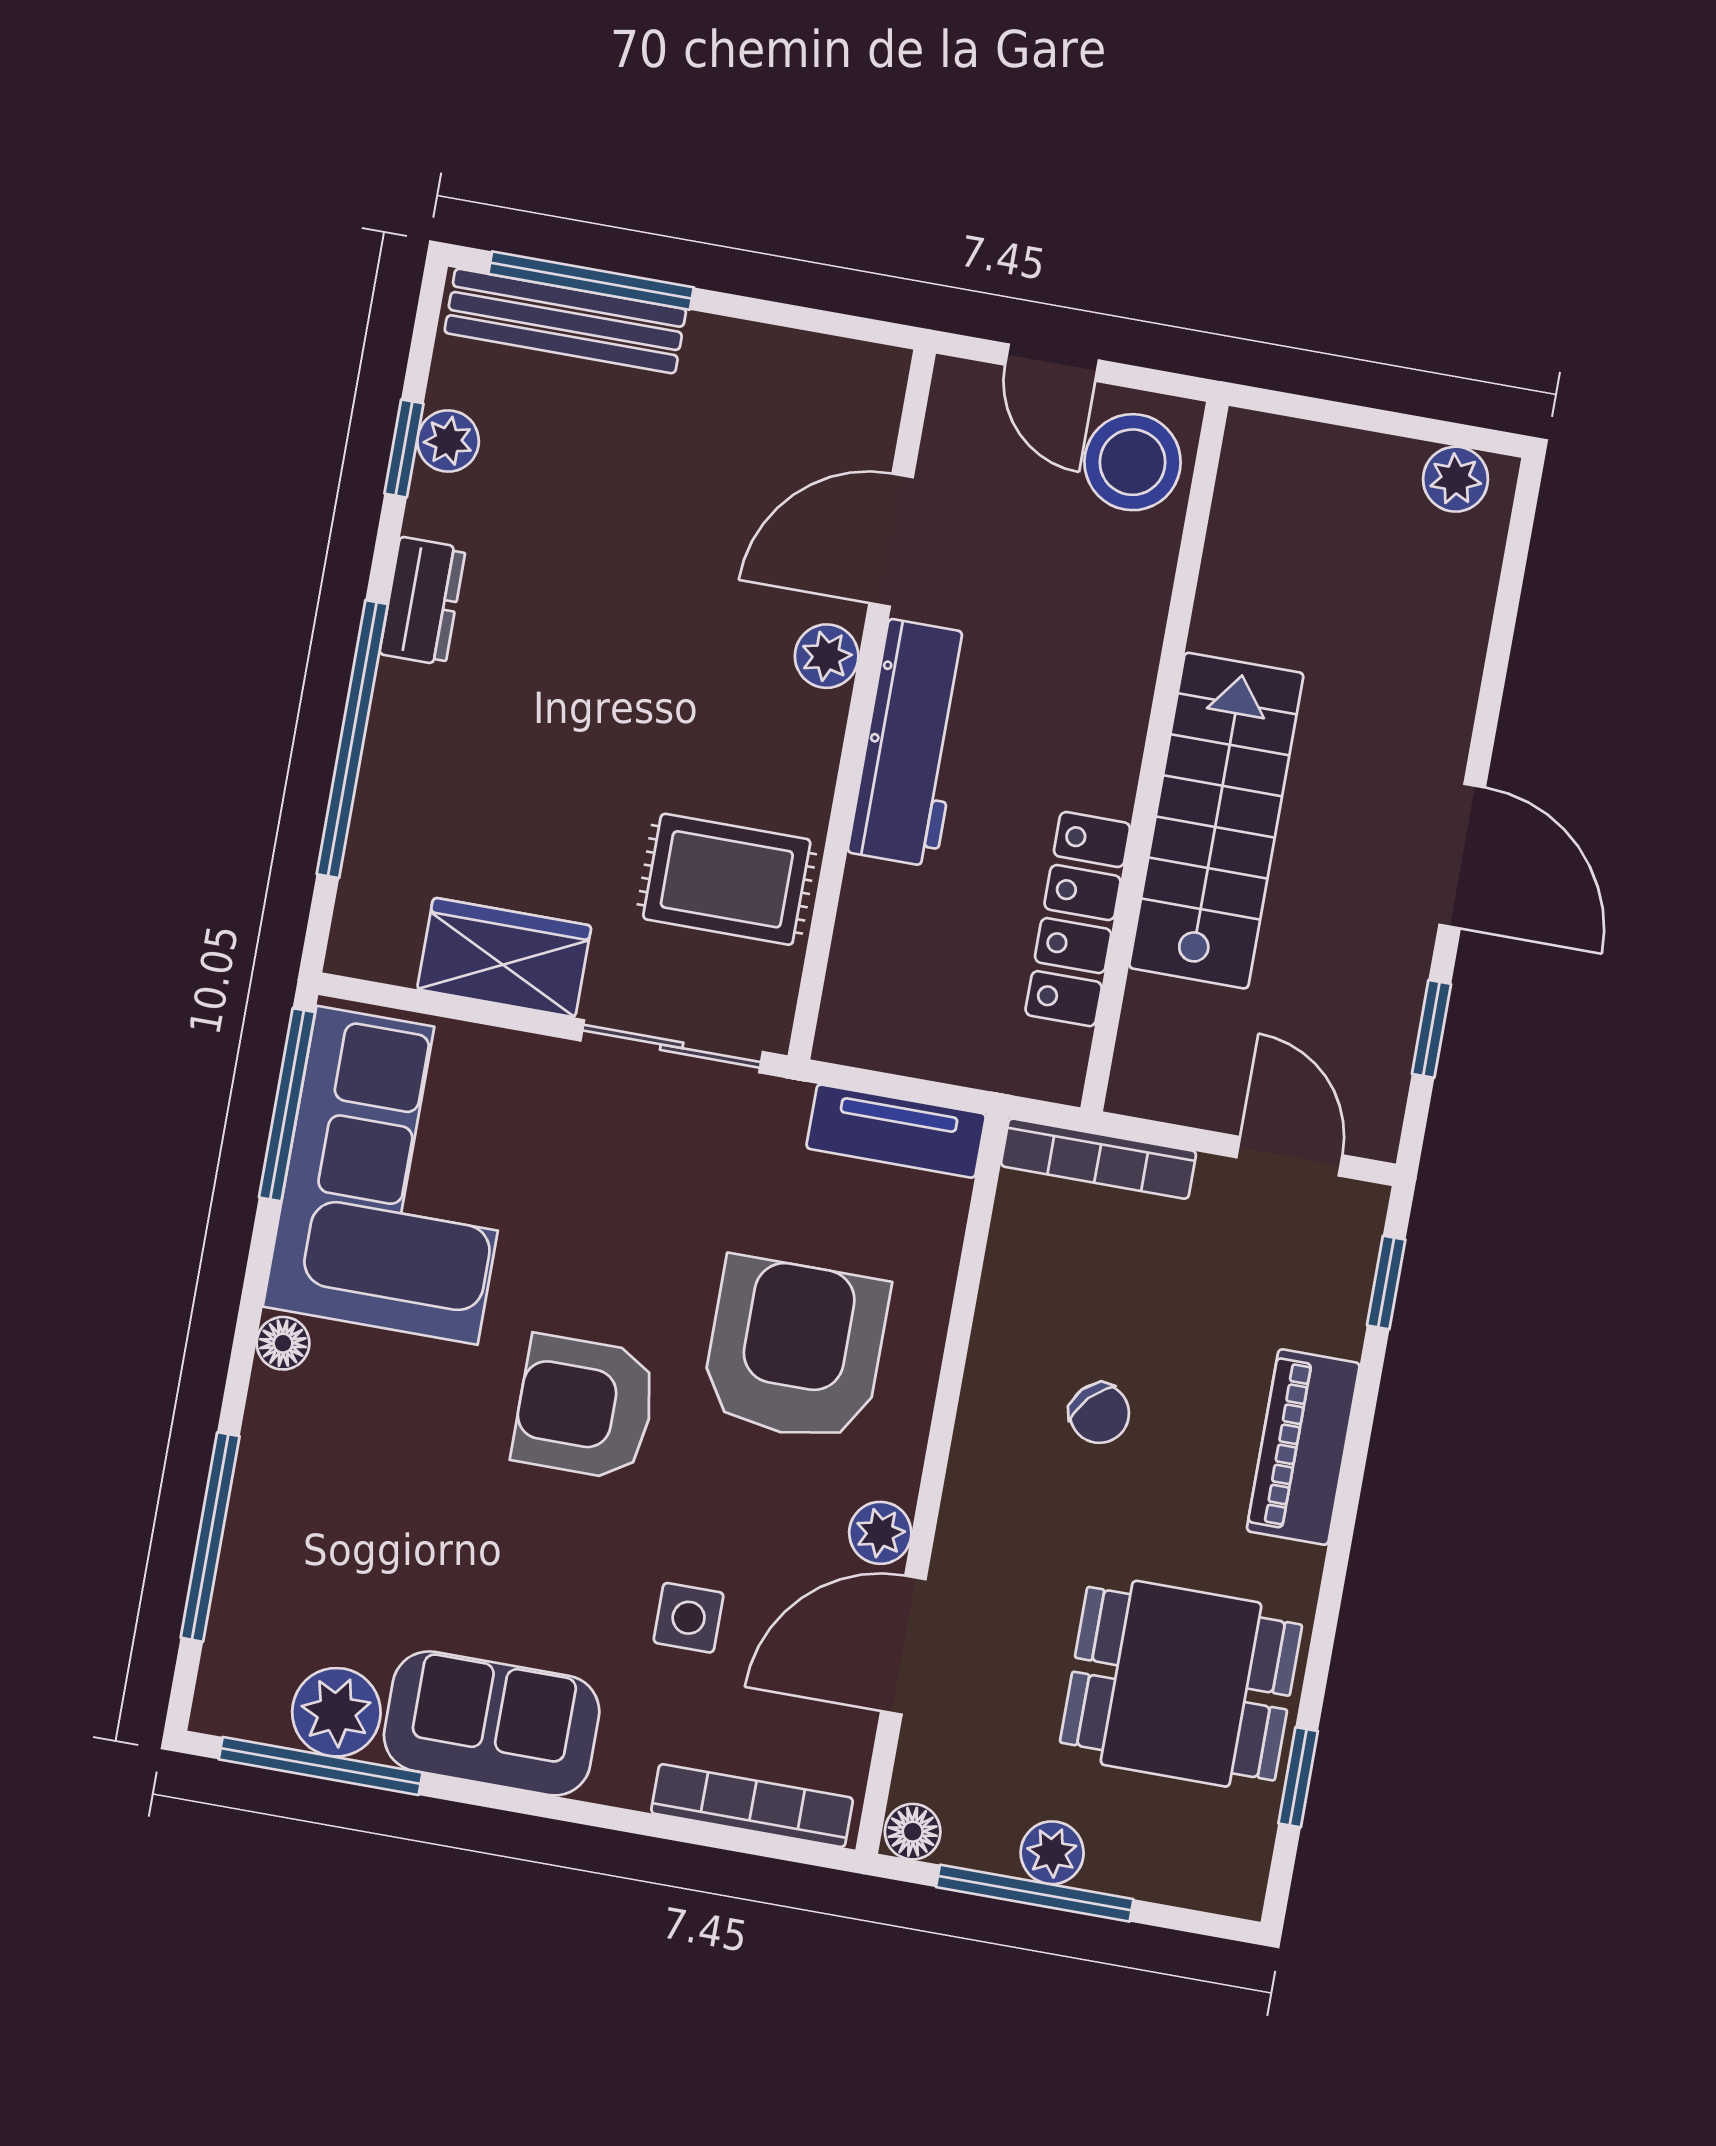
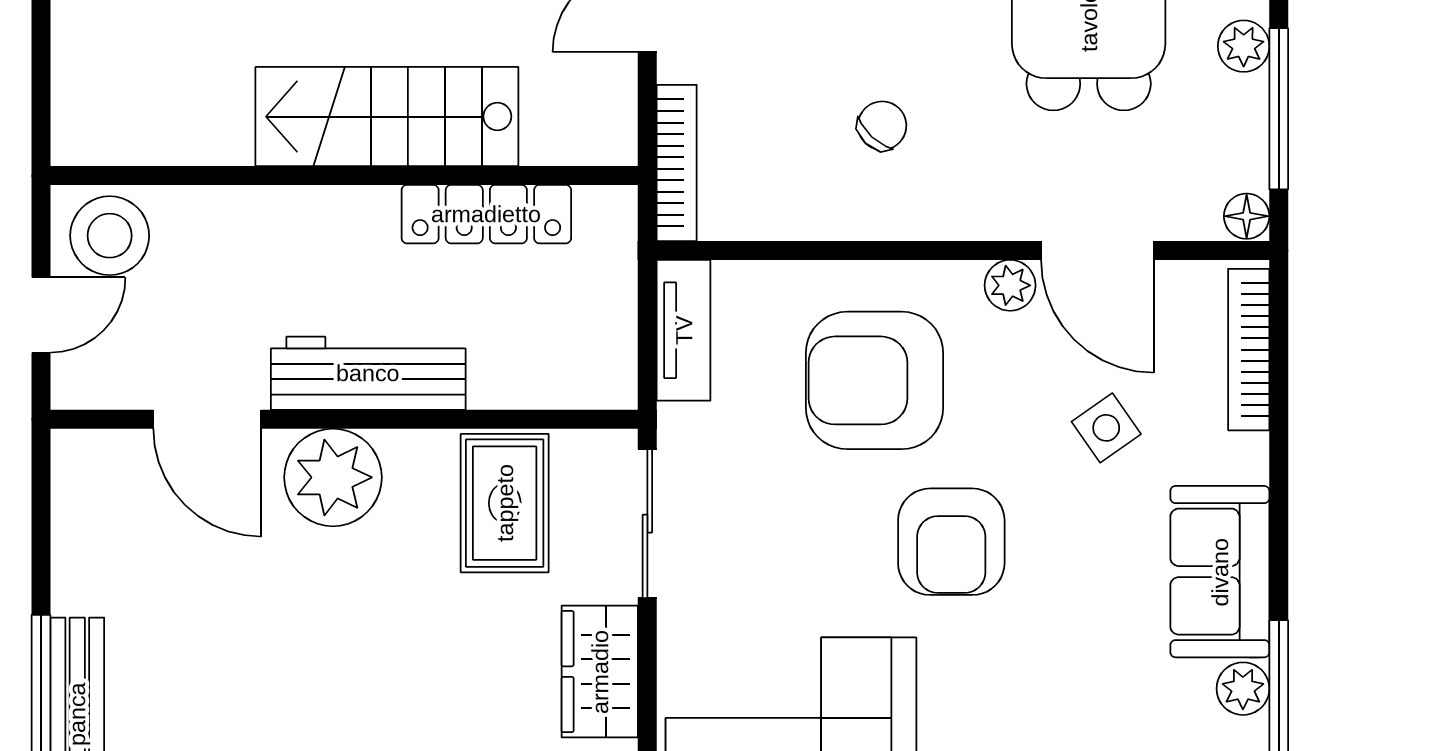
plant: (827, 656) -> (333, 477), width x1.87, depth x1.87
side table: (689, 1618) -> (1106, 428), turned -35
plant: (336, 1712) -> (1243, 689), width x0.73, depth x0.73
plant: (1052, 1853) -> (1244, 46), moved

